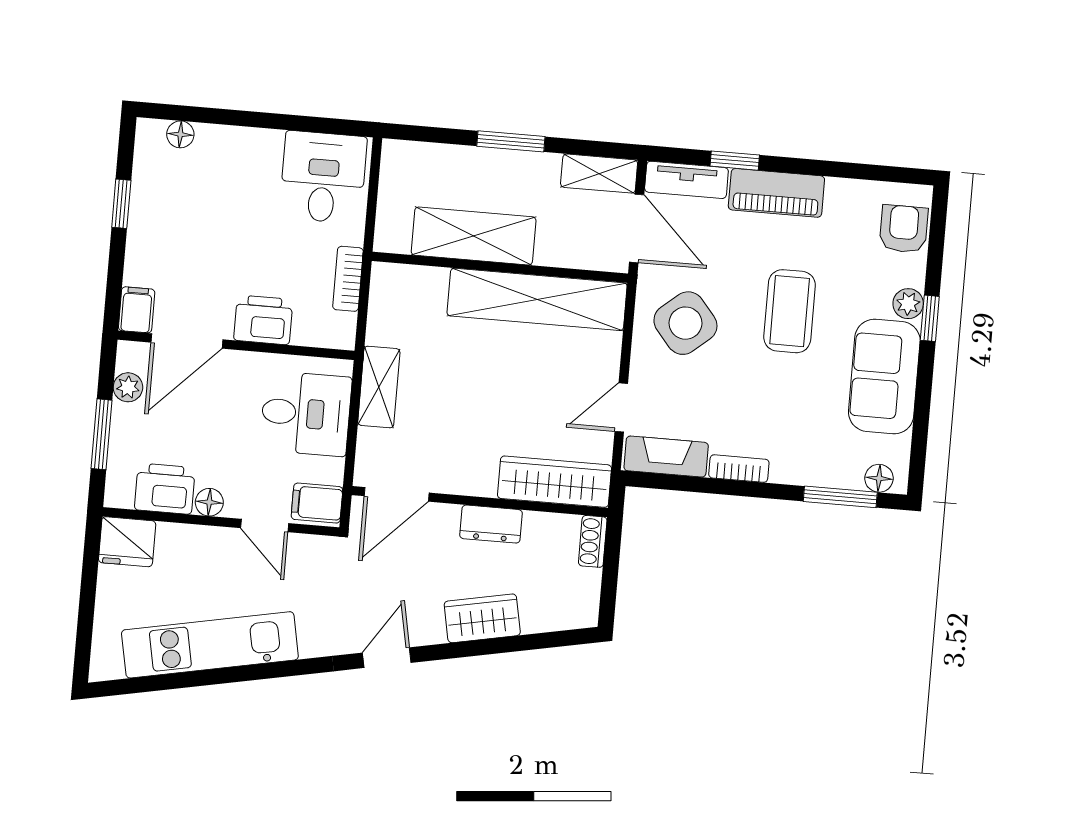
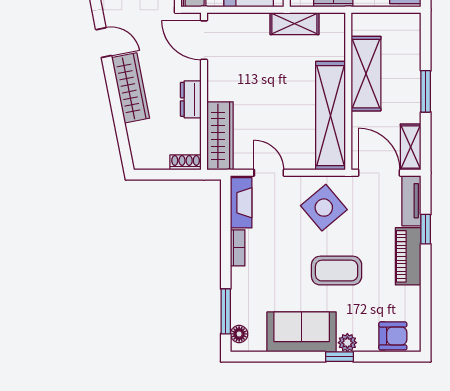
door: (637, 228) -> (379, 173), swing flipped
shelving: (379, 387) -> (294, 24), moved
wardrobe: (482, 618) -> (131, 88), width x1.50

